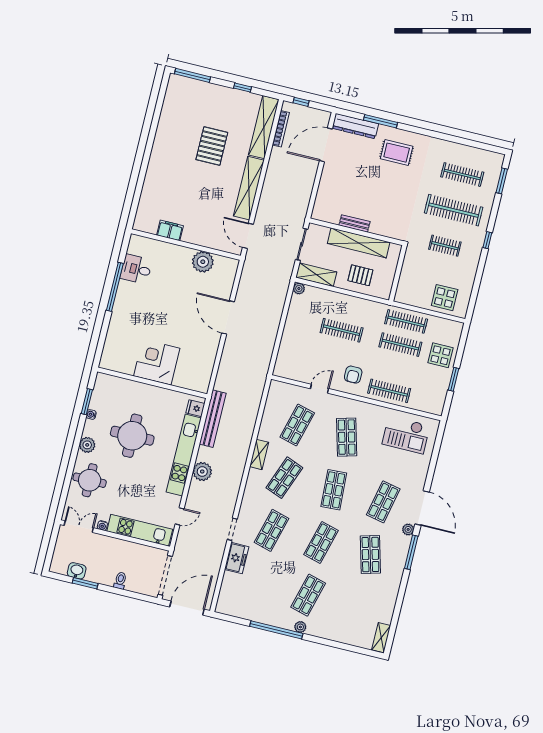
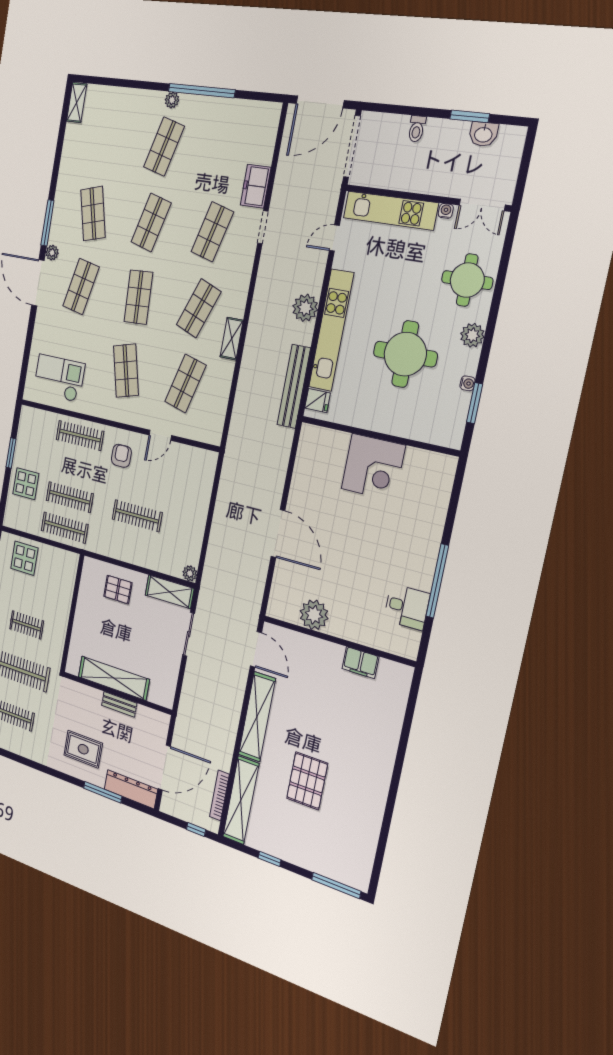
bench: (354, 223) -> (119, 704), moved
wall: (356, 232) -> (117, 693), moved
shelving: (359, 243) -> (114, 678), moved

